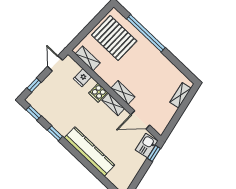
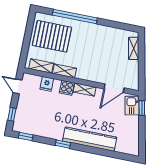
shelving: (123, 92) -> (64, 71), moved
window: (55, 133) -> (63, 144), moved

